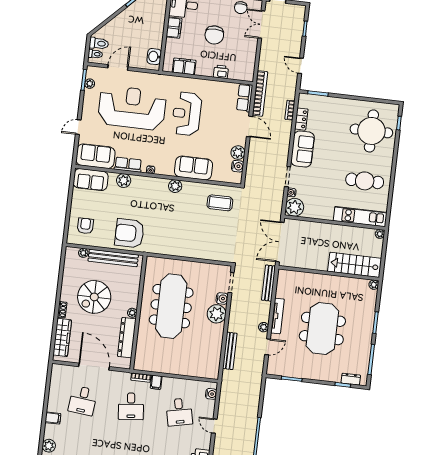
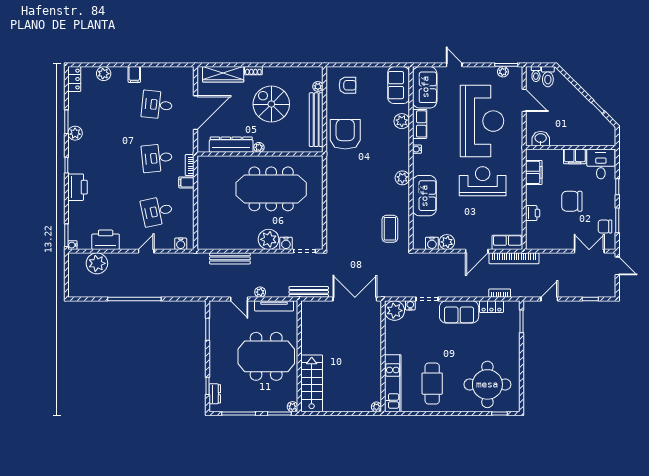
stairs: (355, 265) -> (312, 383), moved
wall: (329, 273) -> (299, 356), moved
plant: (374, 285) -> (292, 407), moved

